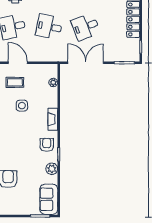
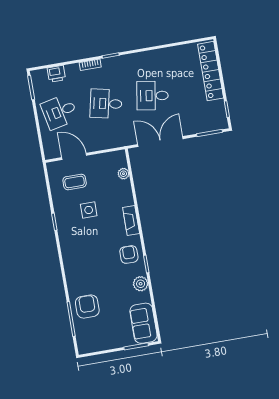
desk: (86, 27) -> (152, 96), turned 30

